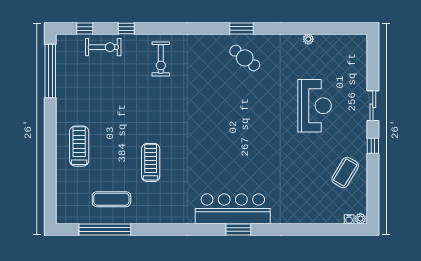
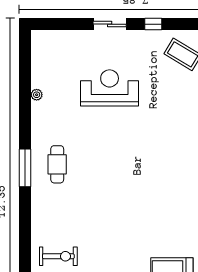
window: (241, 28) -> (25, 168), width x1.44
cafe table: (245, 58) -> (57, 164), turned -38

